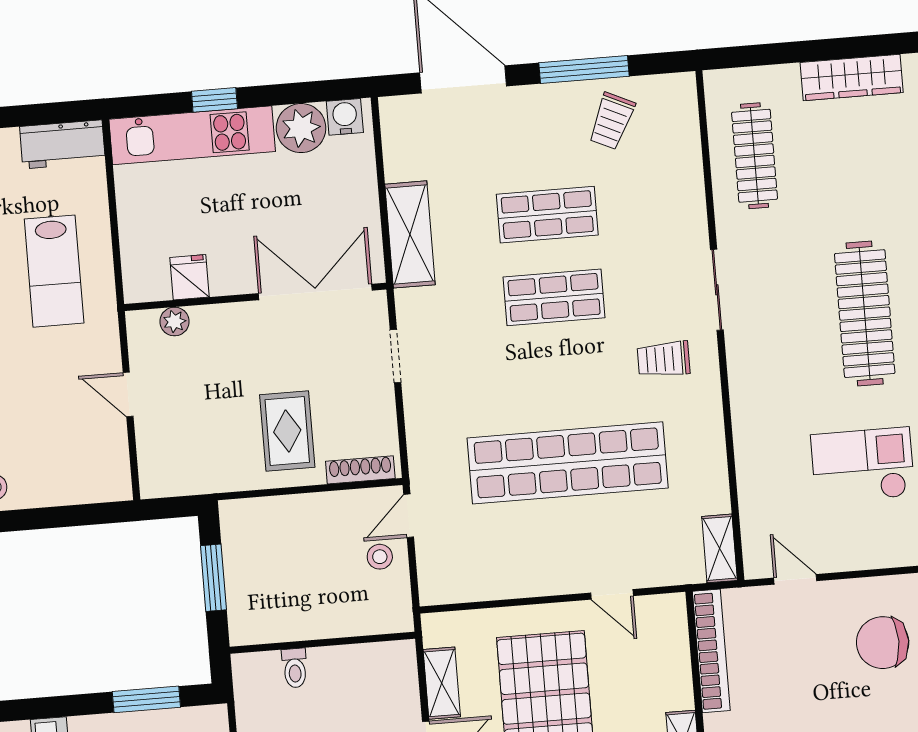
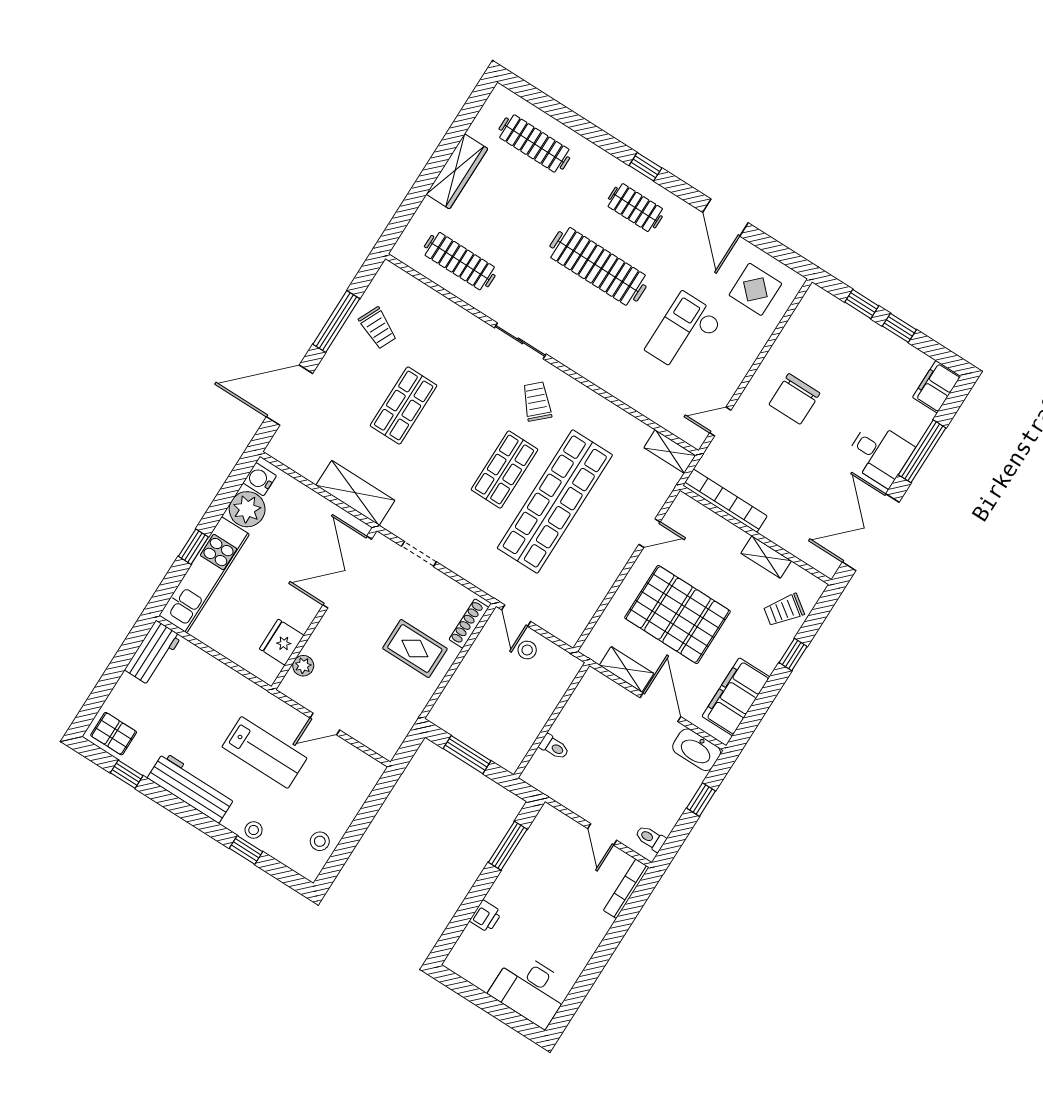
lab bench: (54, 271) -> (264, 752), moved
fridge: (189, 277) -> (282, 642), width x1.38
shop shelf: (554, 297) -> (504, 470), moved
trolley: (664, 359) -> (537, 402), turned 137

